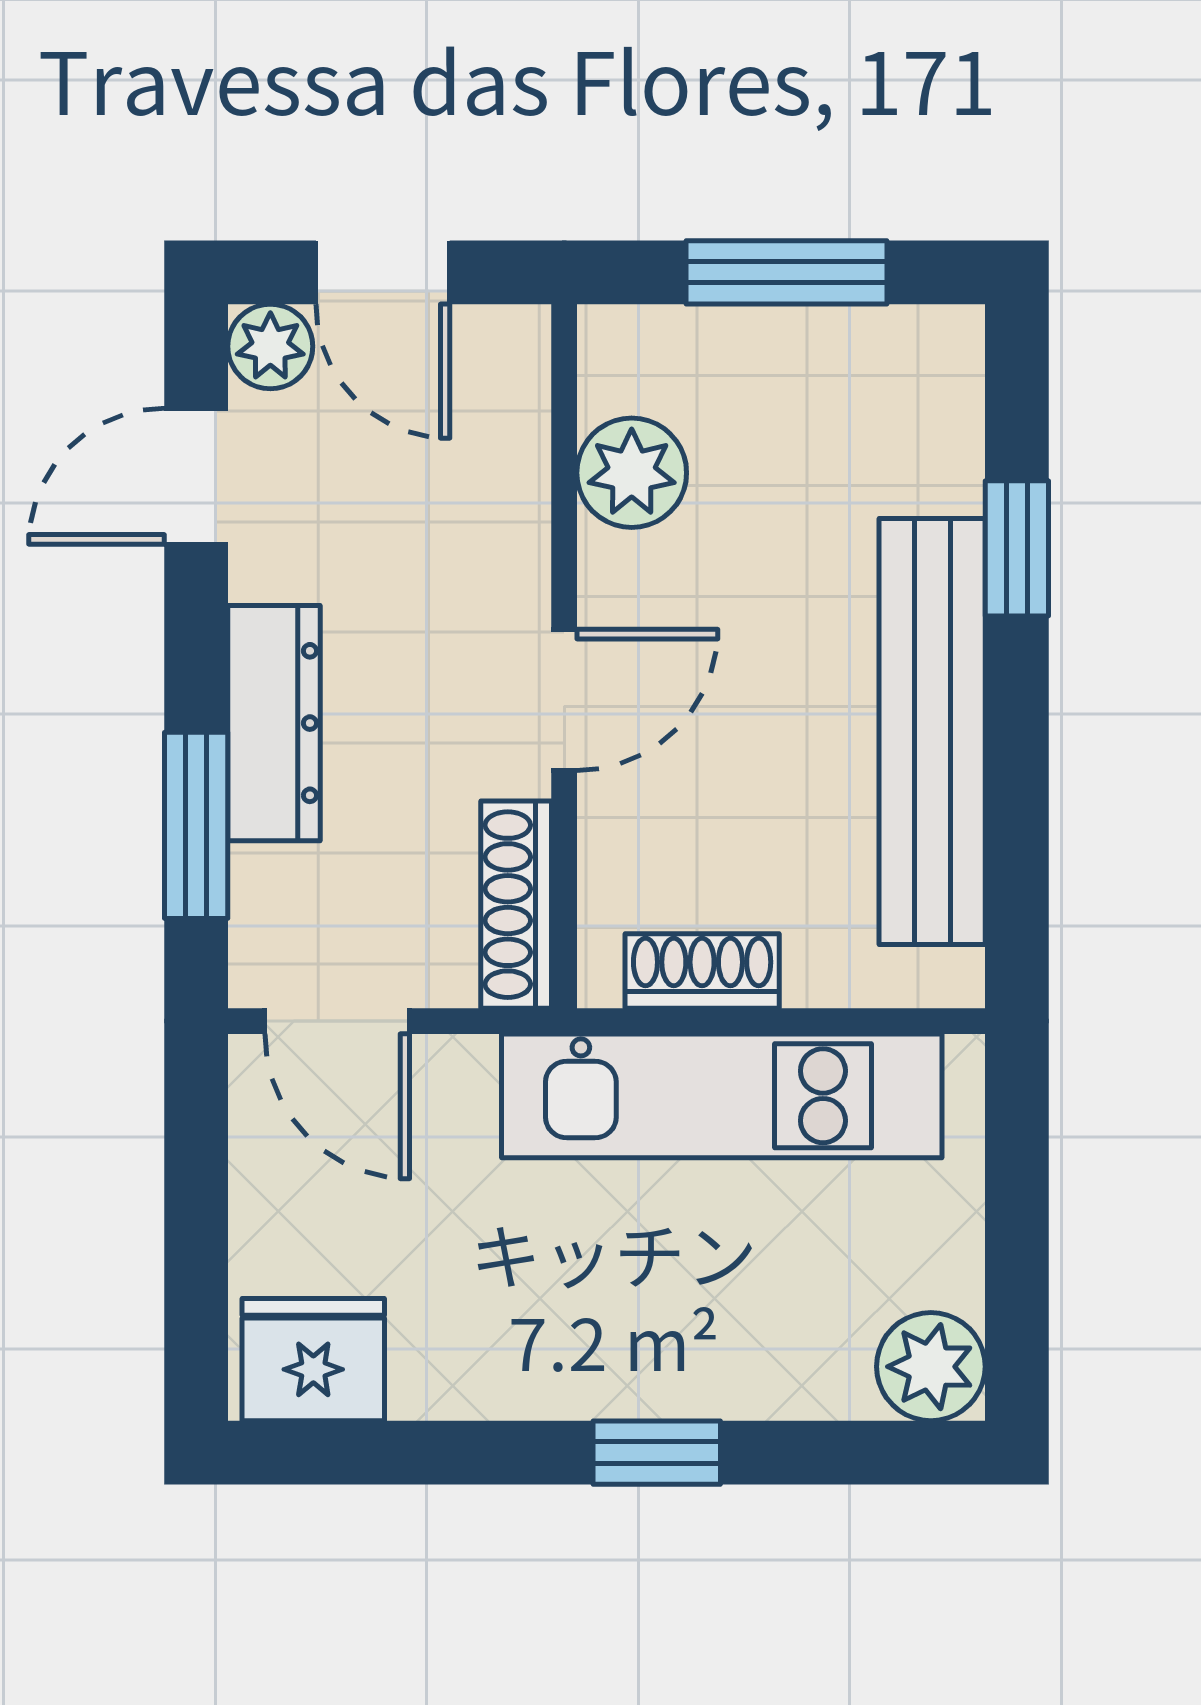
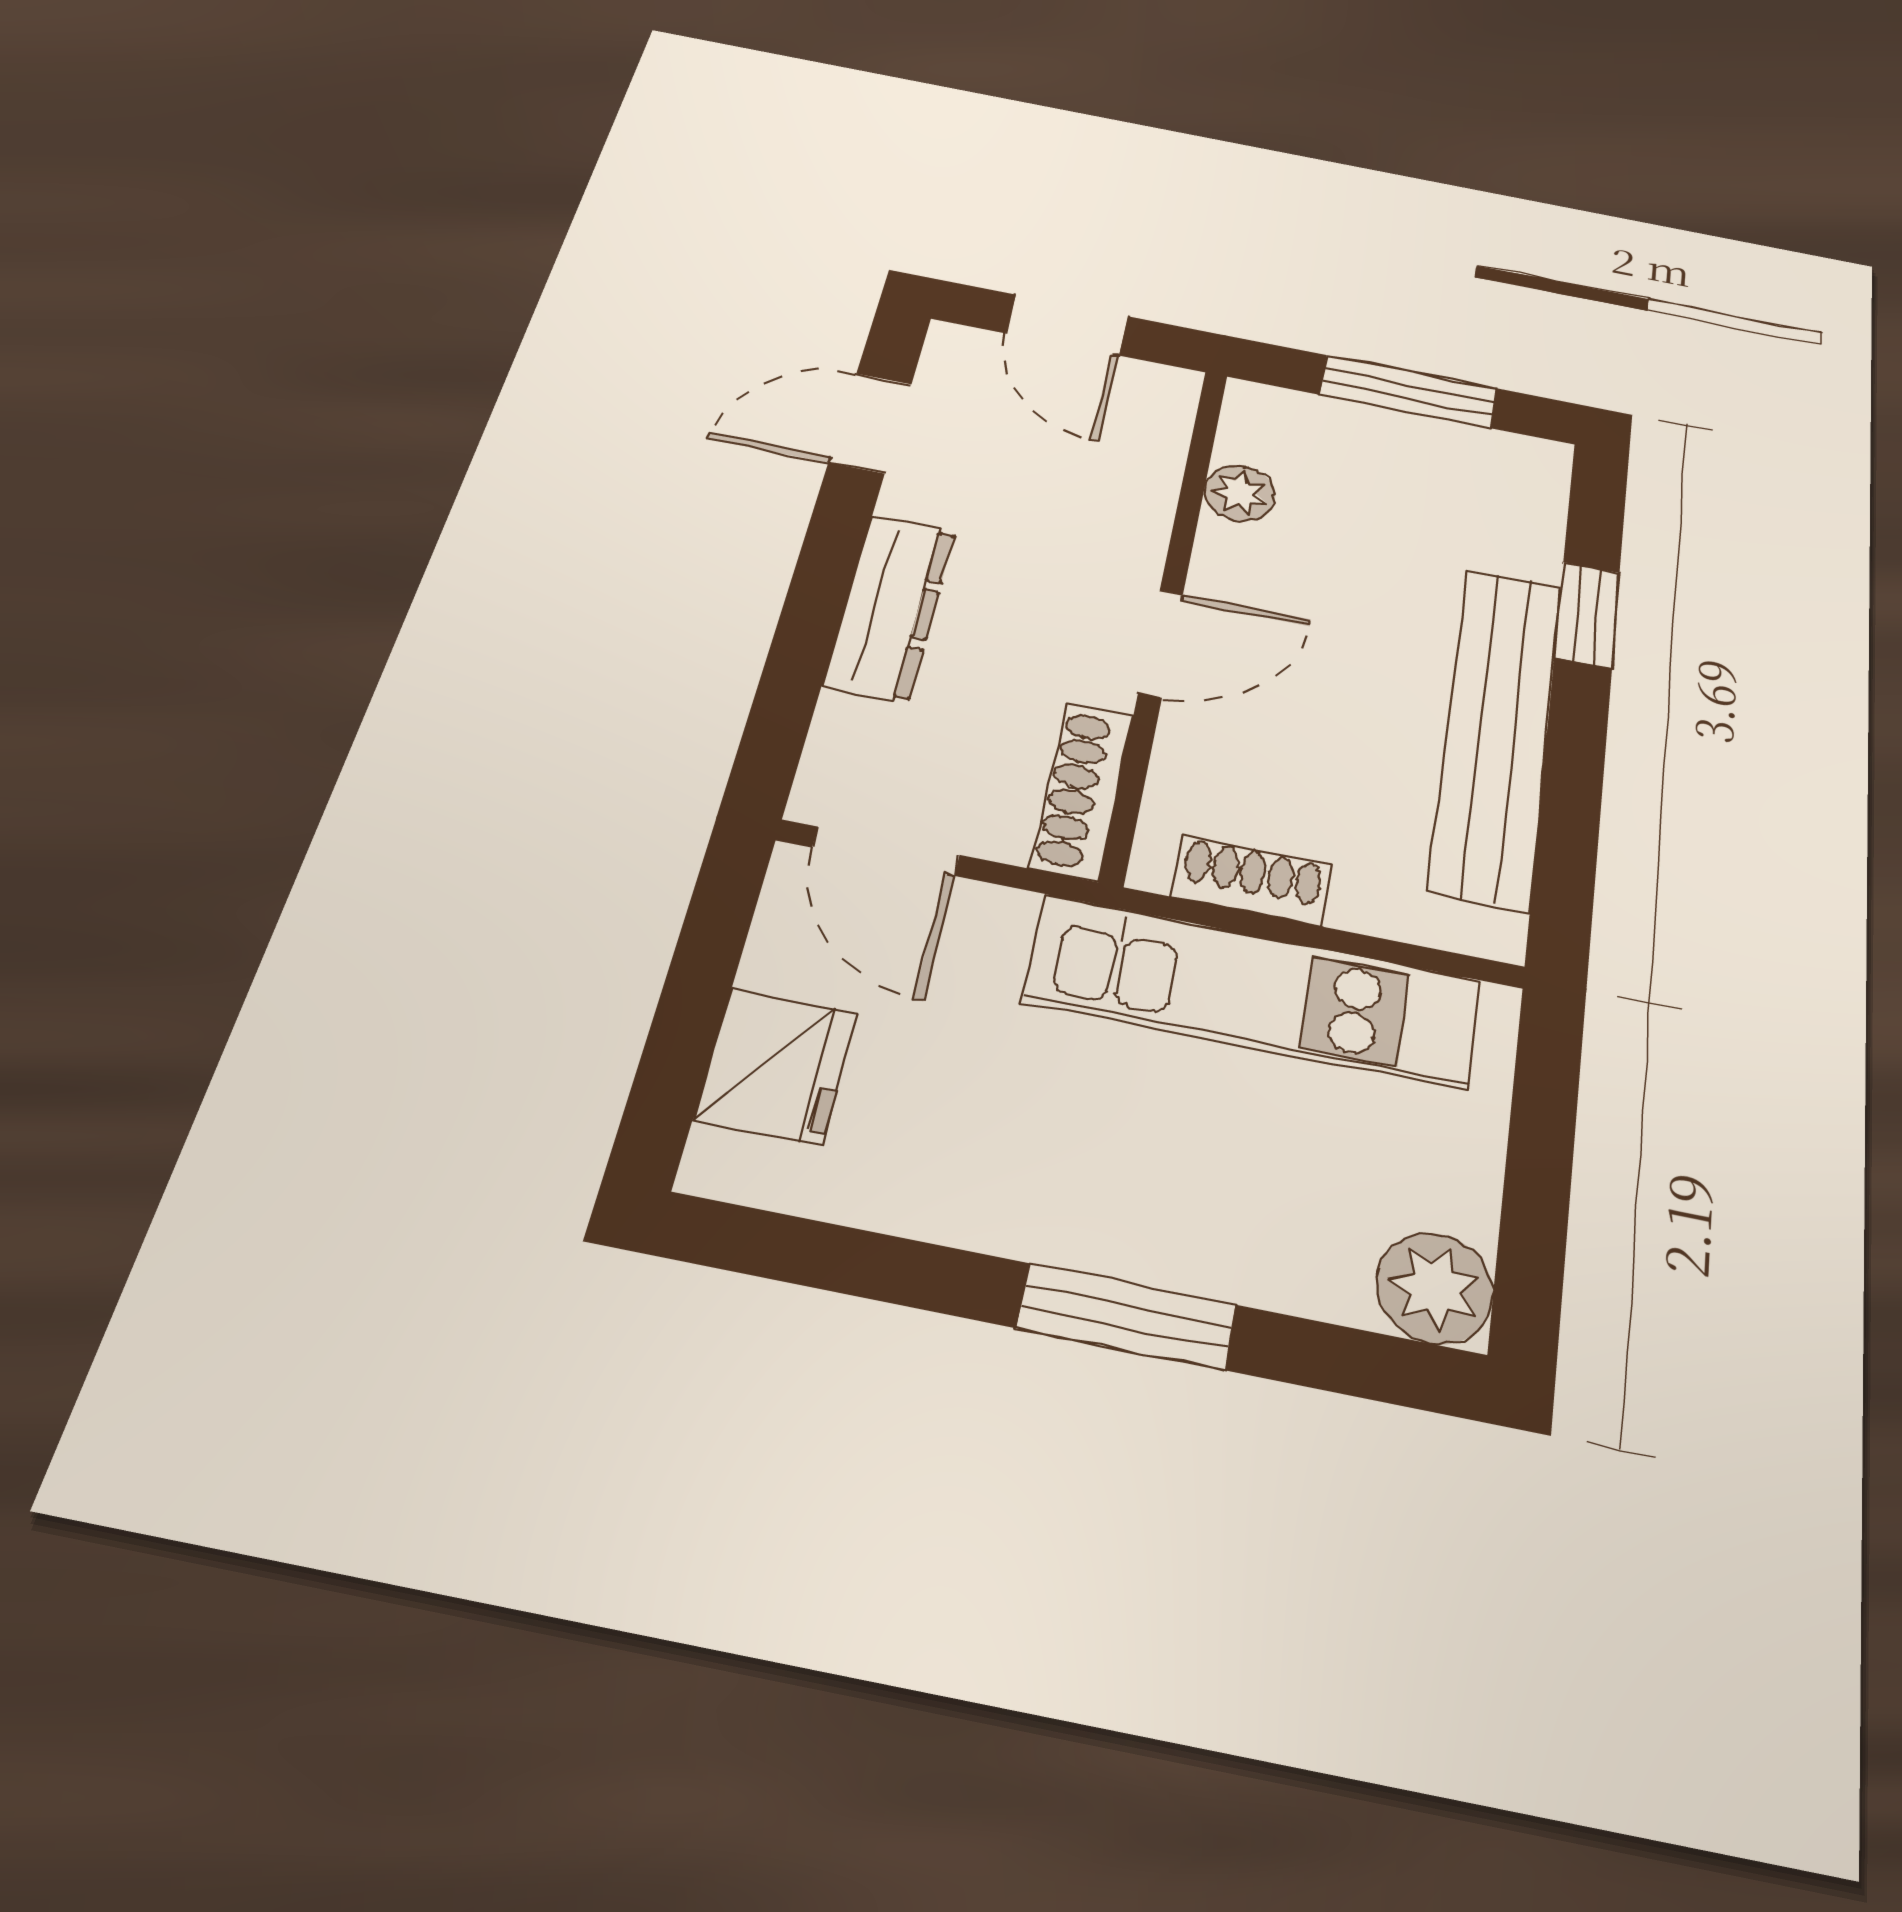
plant: (270, 346) -> (959, 352), removed
plant: (632, 473) -> (1240, 493), width x0.73, depth x0.73
window: (196, 825) -> (795, 669), removed
fridge: (313, 1360) -> (776, 1066), moved, turned 90
window: (657, 1453) -> (1127, 1316), width x1.50

